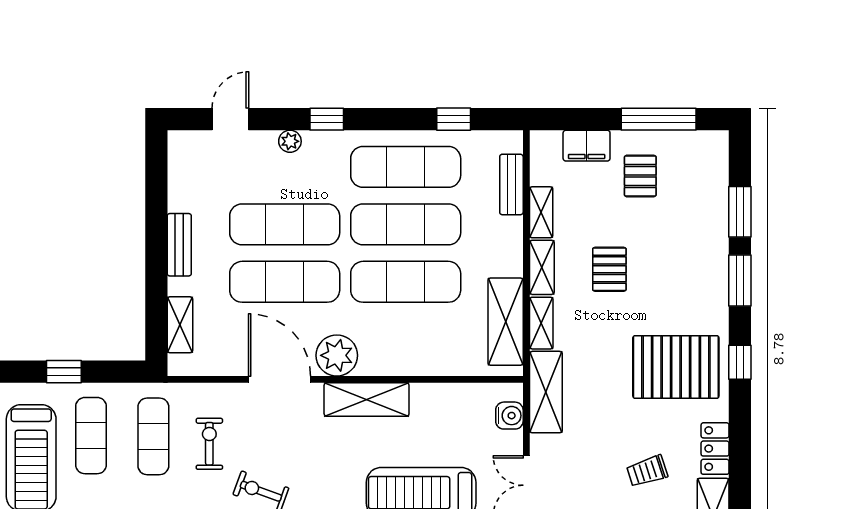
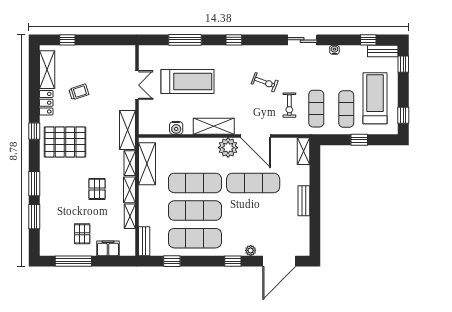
door: (230, 119) -> (279, 261), width x1.87
bench: (511, 184) -> (144, 241), moved
exercise mat: (285, 224) -> (253, 211), removed
shelving: (180, 325) -> (303, 151), moved
window: (740, 362) -> (34, 131), moved
water cooler: (509, 416) -> (176, 128), moved, turned -90

